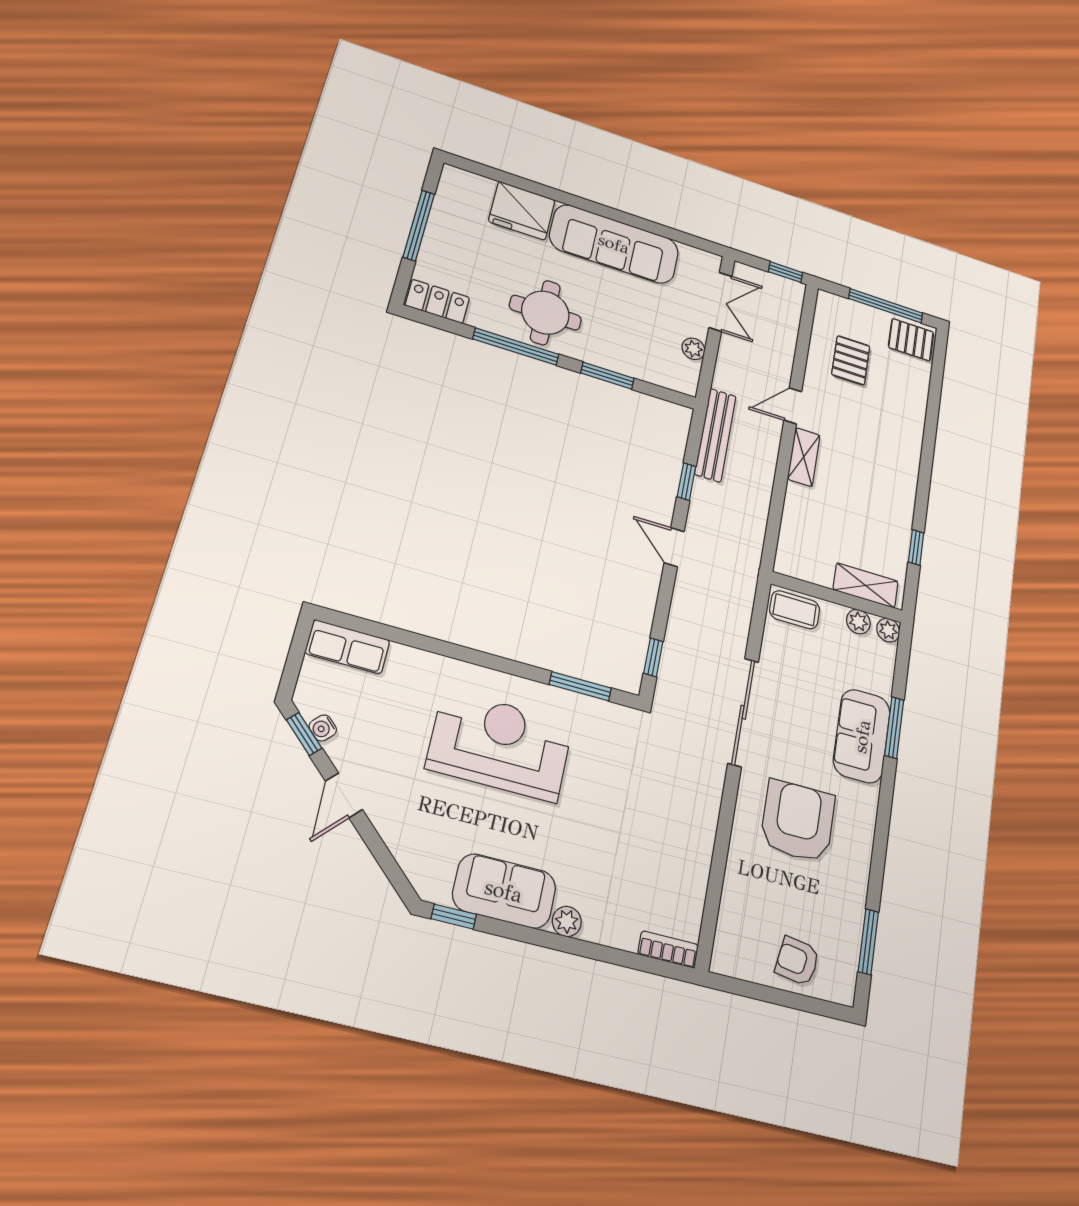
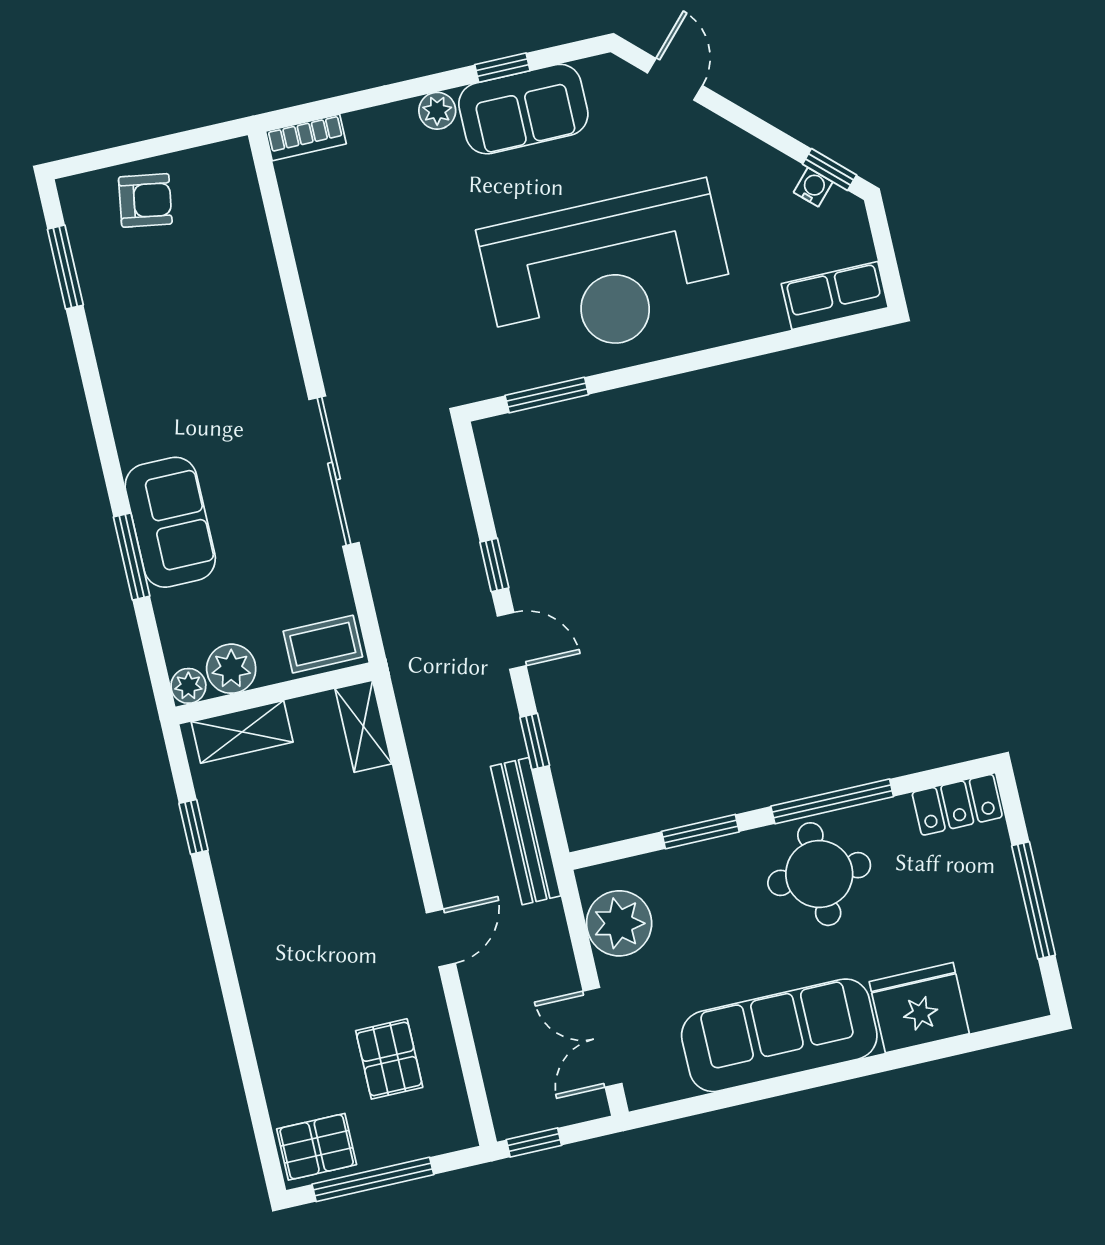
plant: (693, 349) -> (619, 923), width x1.88, depth x1.88
shelving: (804, 457) -> (363, 726), moved
plant: (858, 622) -> (231, 669), width x1.38, depth x1.38
window: (653, 657) -> (494, 565), moved
reception desk: (500, 745) -> (607, 273), width x1.36, depth x1.30
door: (344, 795) -> (675, 79), moved
armchair: (798, 821) -> (211, 370), removed
window: (454, 917) -> (502, 68), moved

